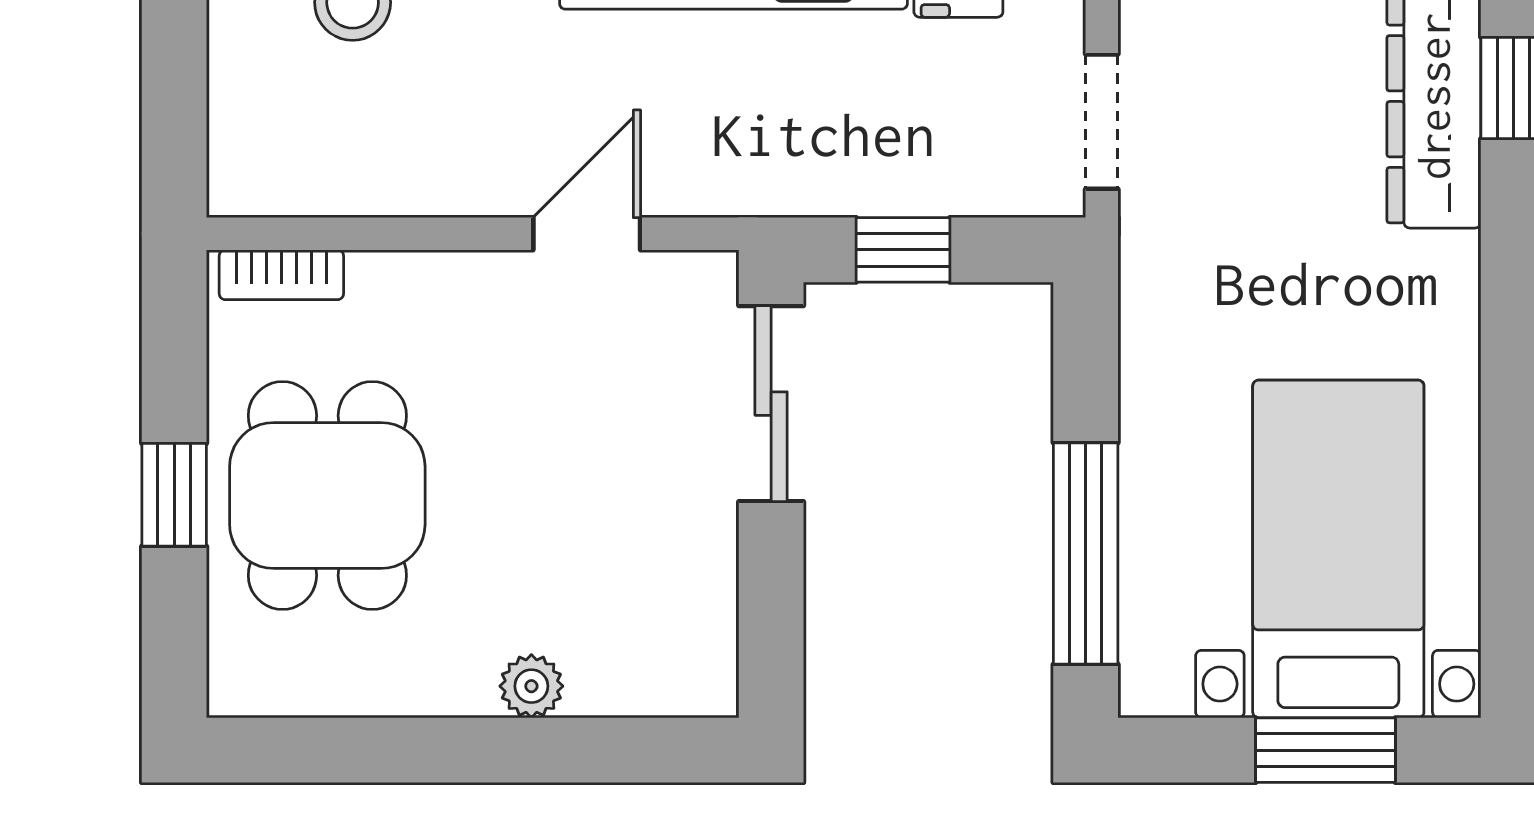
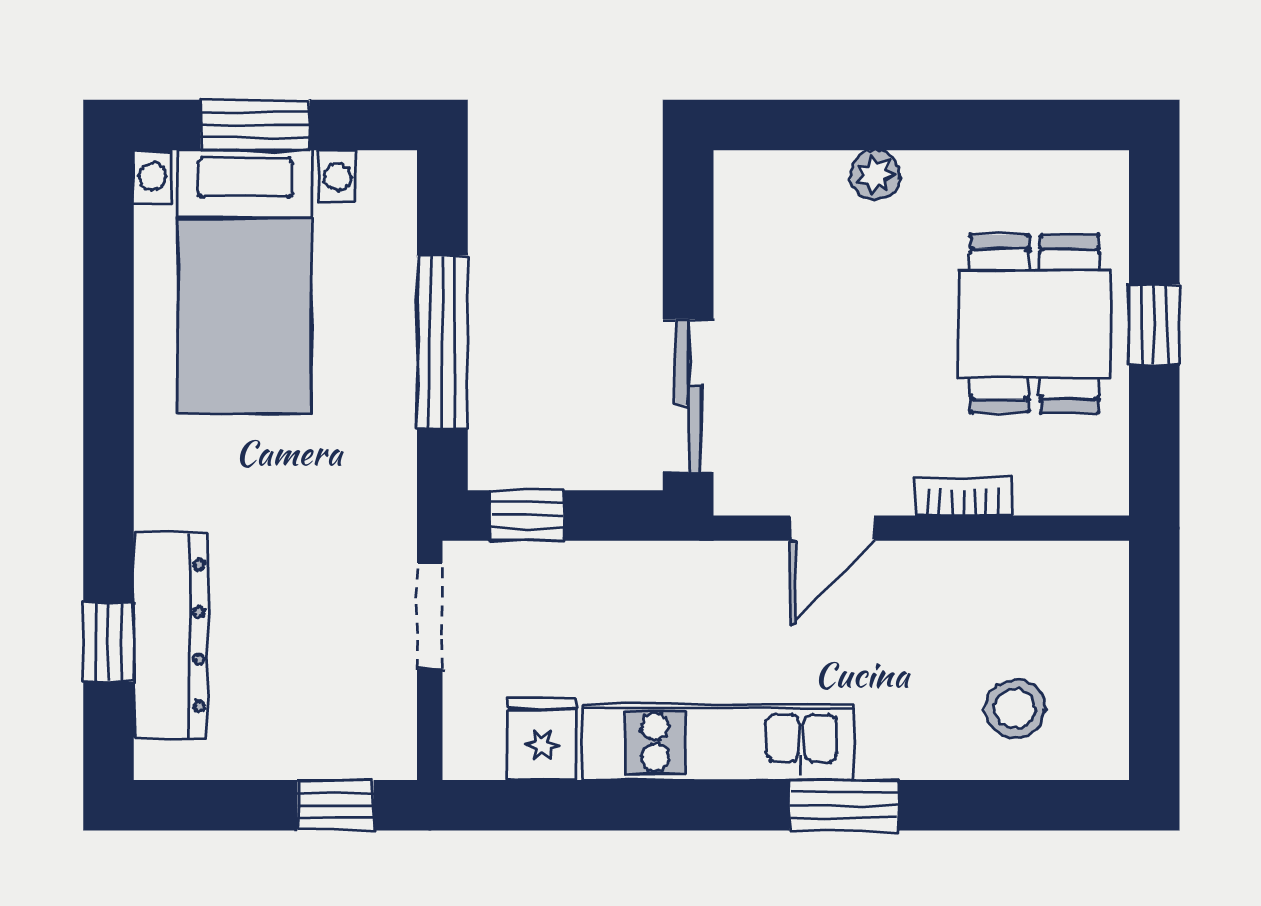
window: (903, 250) -> (527, 516), moved
bookcase: (281, 275) -> (963, 496), moved
window: (1086, 554) -> (442, 342), moved

